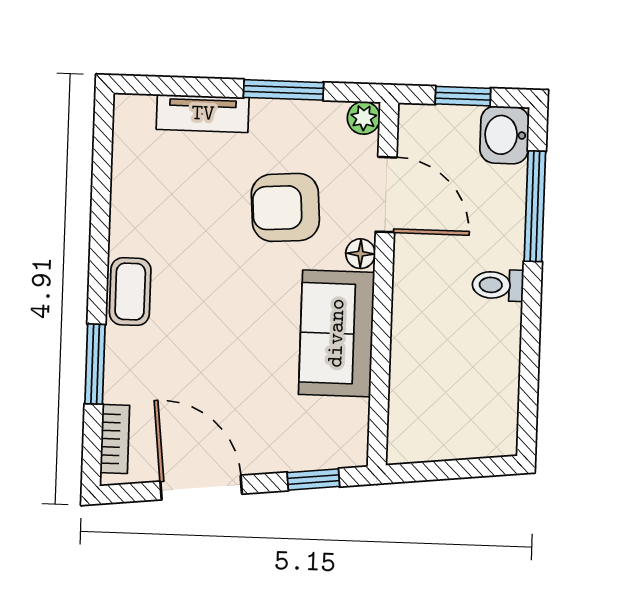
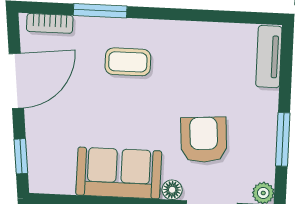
tv unit: (203, 113) -> (269, 57), moved
coffee table: (130, 292) -> (128, 62), moved

